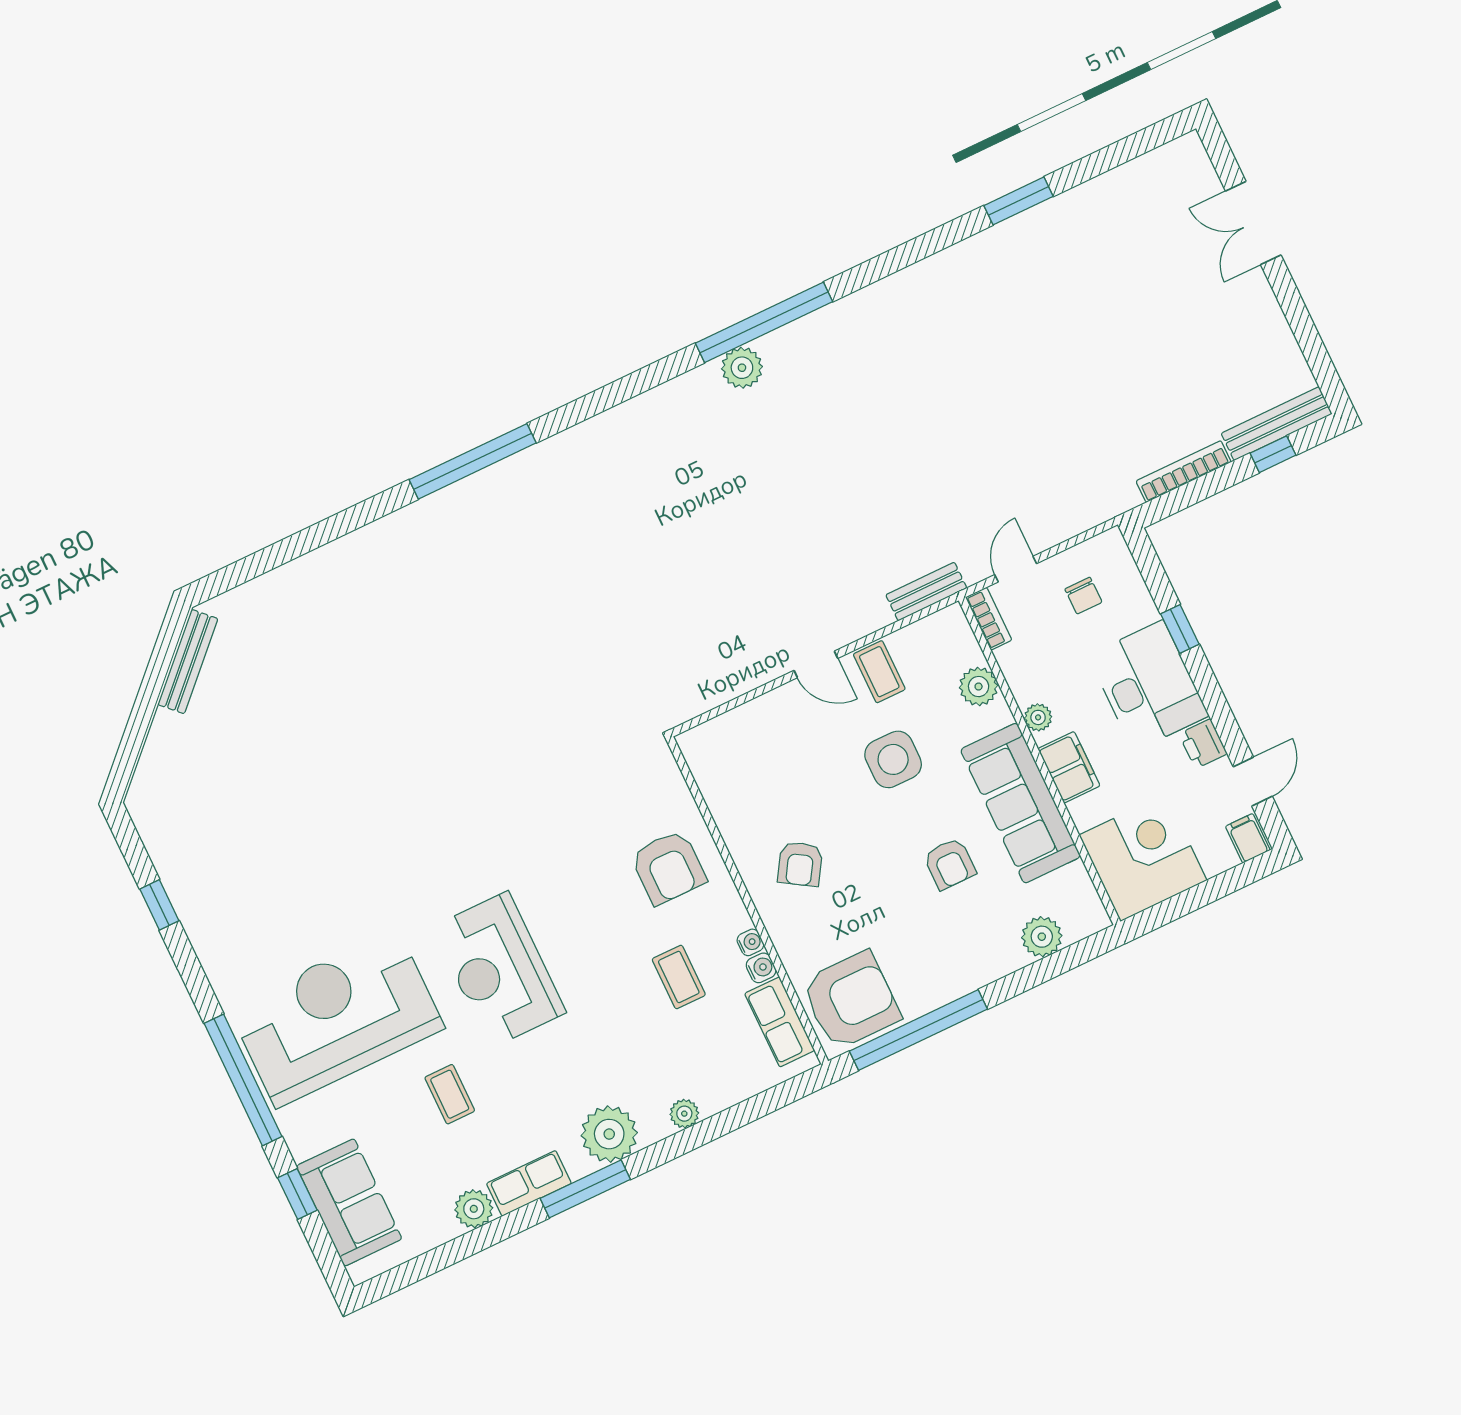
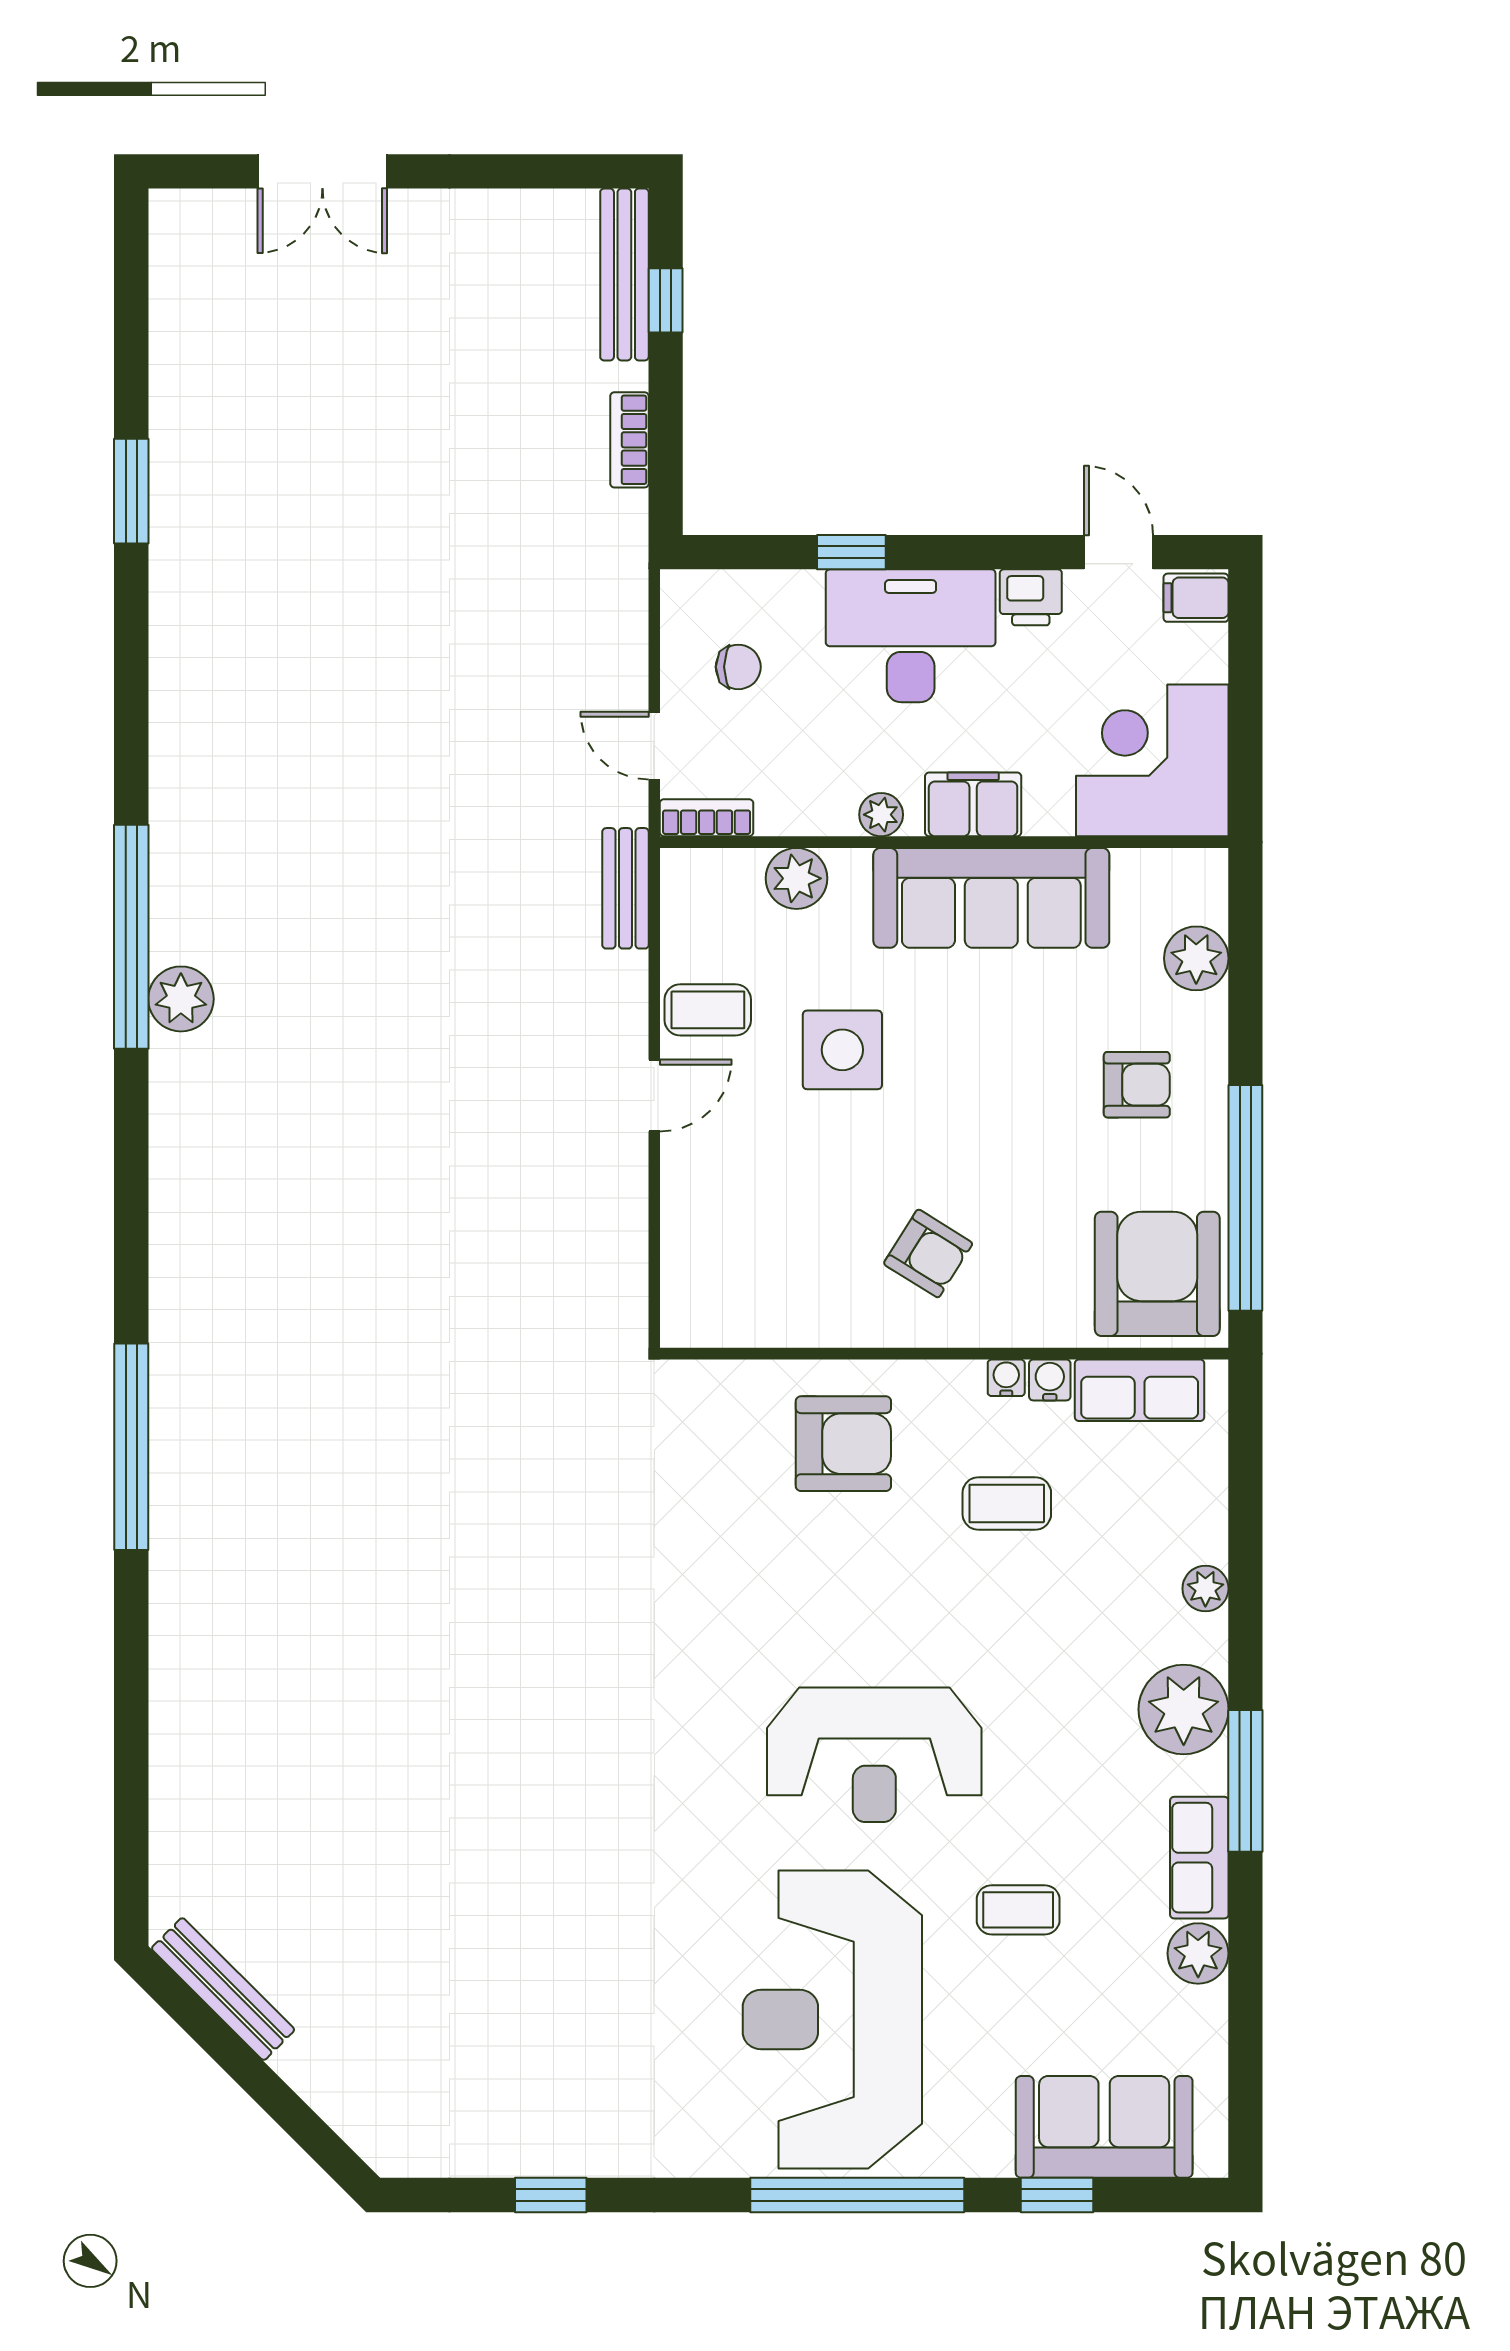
bookcase: (1184, 472) -> (629, 440), width x0.64
armchair: (950, 864) -> (1137, 1085), moved

